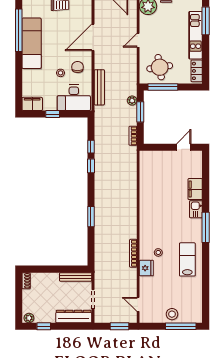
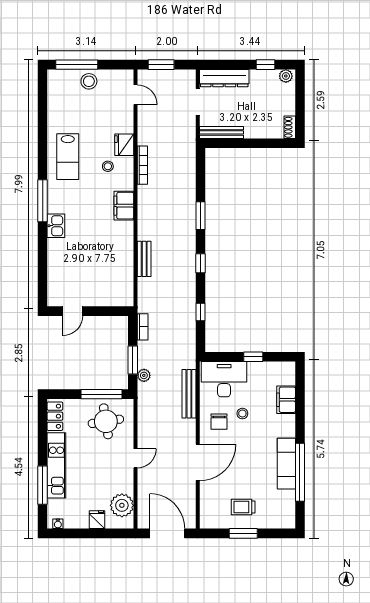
exam couch: (32, 43) -> (286, 464), width x0.73, depth x0.69
filing cabinet: (32, 104) -> (286, 400), moved, turned 90
window: (91, 166) -> (200, 263), moved
bench: (132, 185) -> (144, 259), added
filing cabinet: (195, 189) -> (124, 206), moved, turned 180

